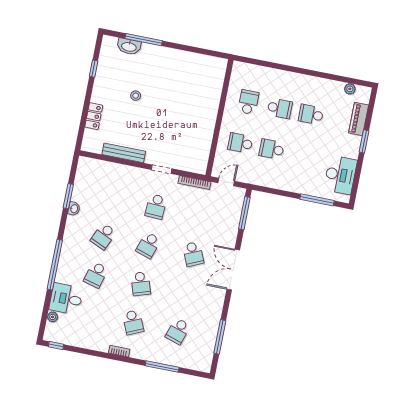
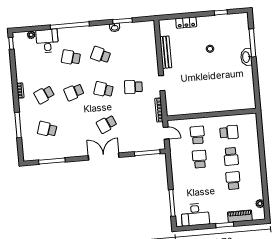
washbasin: (129, 46) -> (246, 57), moved

